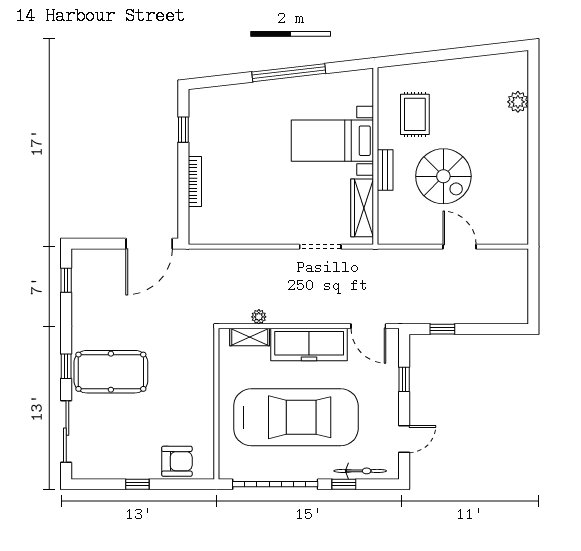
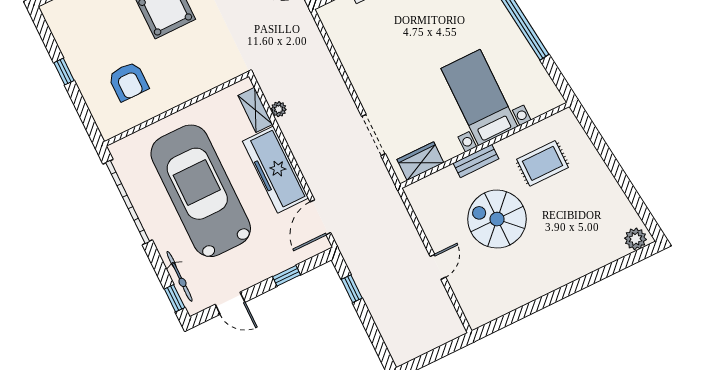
plant: (518, 102) -> (635, 239), moved
spiral stairs: (443, 176) -> (497, 219), turned 90
wardrobe: (362, 208) -> (420, 161), width x0.67
door: (459, 247) -> (438, 267), width x0.73
car: (296, 417) -> (201, 191), turned 180
armchair: (177, 461) -> (128, 81), moved
window: (344, 484) -> (175, 298), moved

